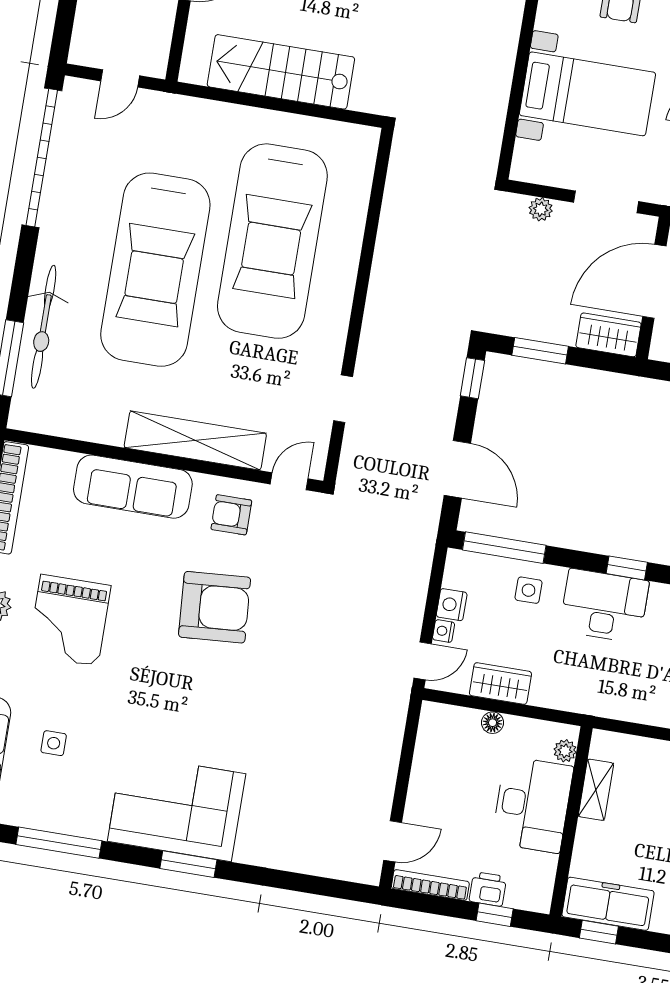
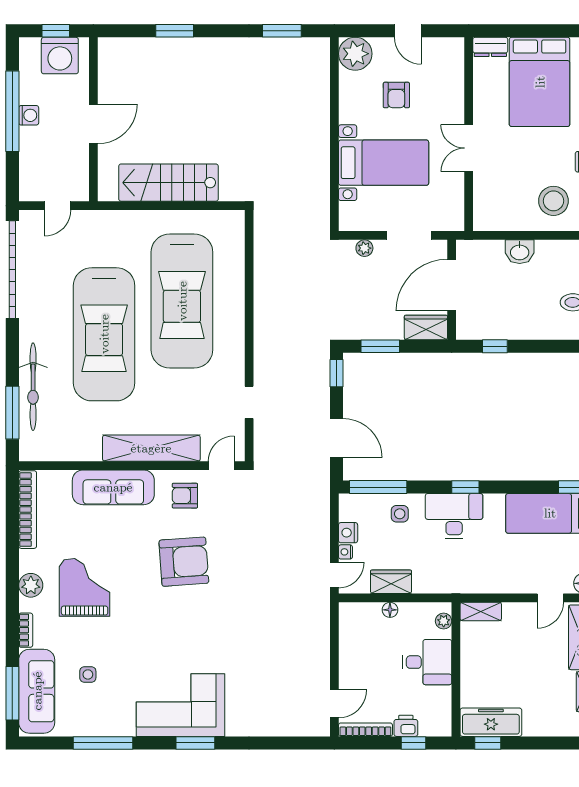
grand piano: (69, 620) -> (85, 587), turned 180
shelving: (596, 790) -> (481, 611), moved, turned 90
desk: (532, 805) -> (427, 662), width x0.73

